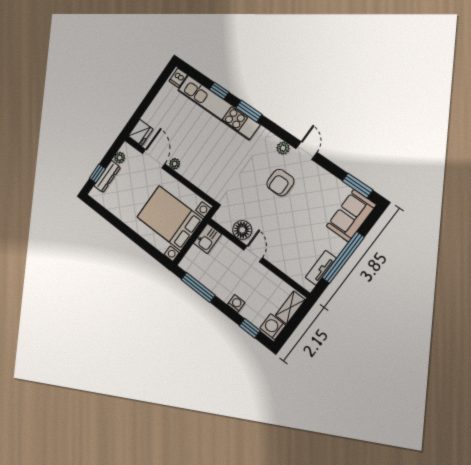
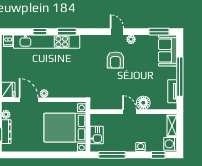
plant: (283, 148) -> (131, 39), moved
floor lamp: (242, 230) -> (143, 103), moved
kitchen sink: (207, 239) -> (97, 135), moved

